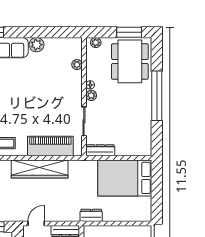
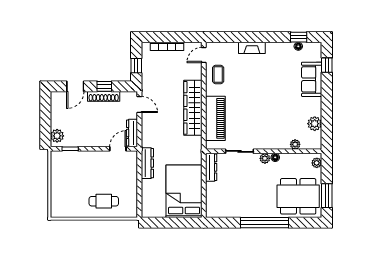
plant: (37, 45) -> (315, 124), moved
dresser: (91, 215) -> (147, 163), width x1.44

